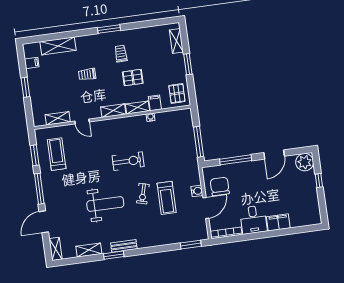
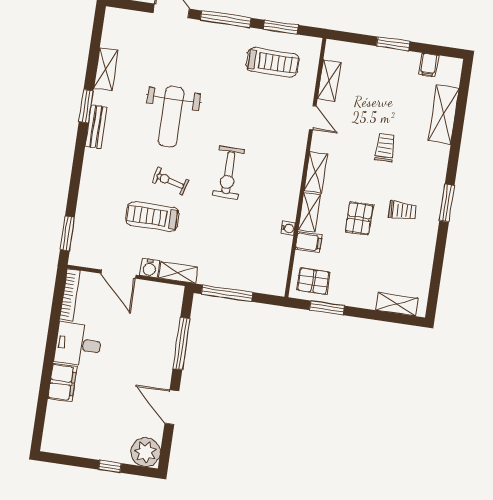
window: (188, 64) -> (327, 308), moved
door: (82, 121) -> (313, 118), swing flipped
chair: (220, 186) -> (146, 306), removed
shelving: (56, 249) -> (178, 273), moved

